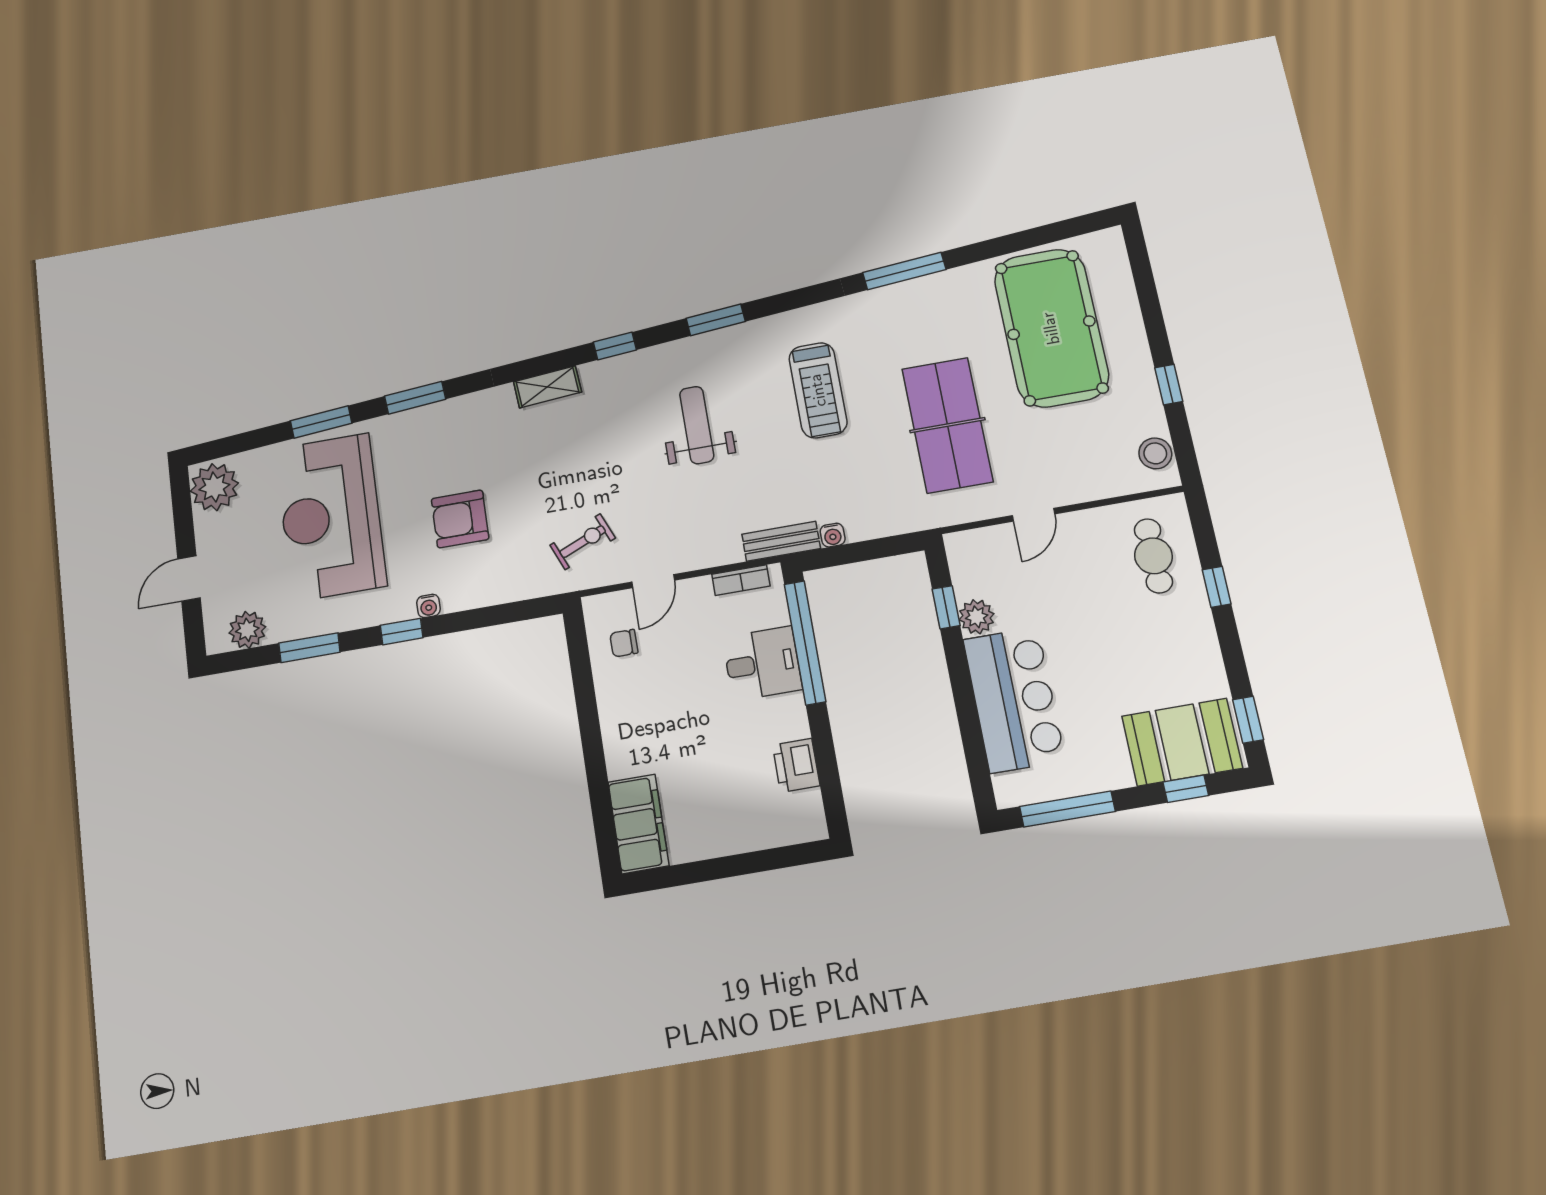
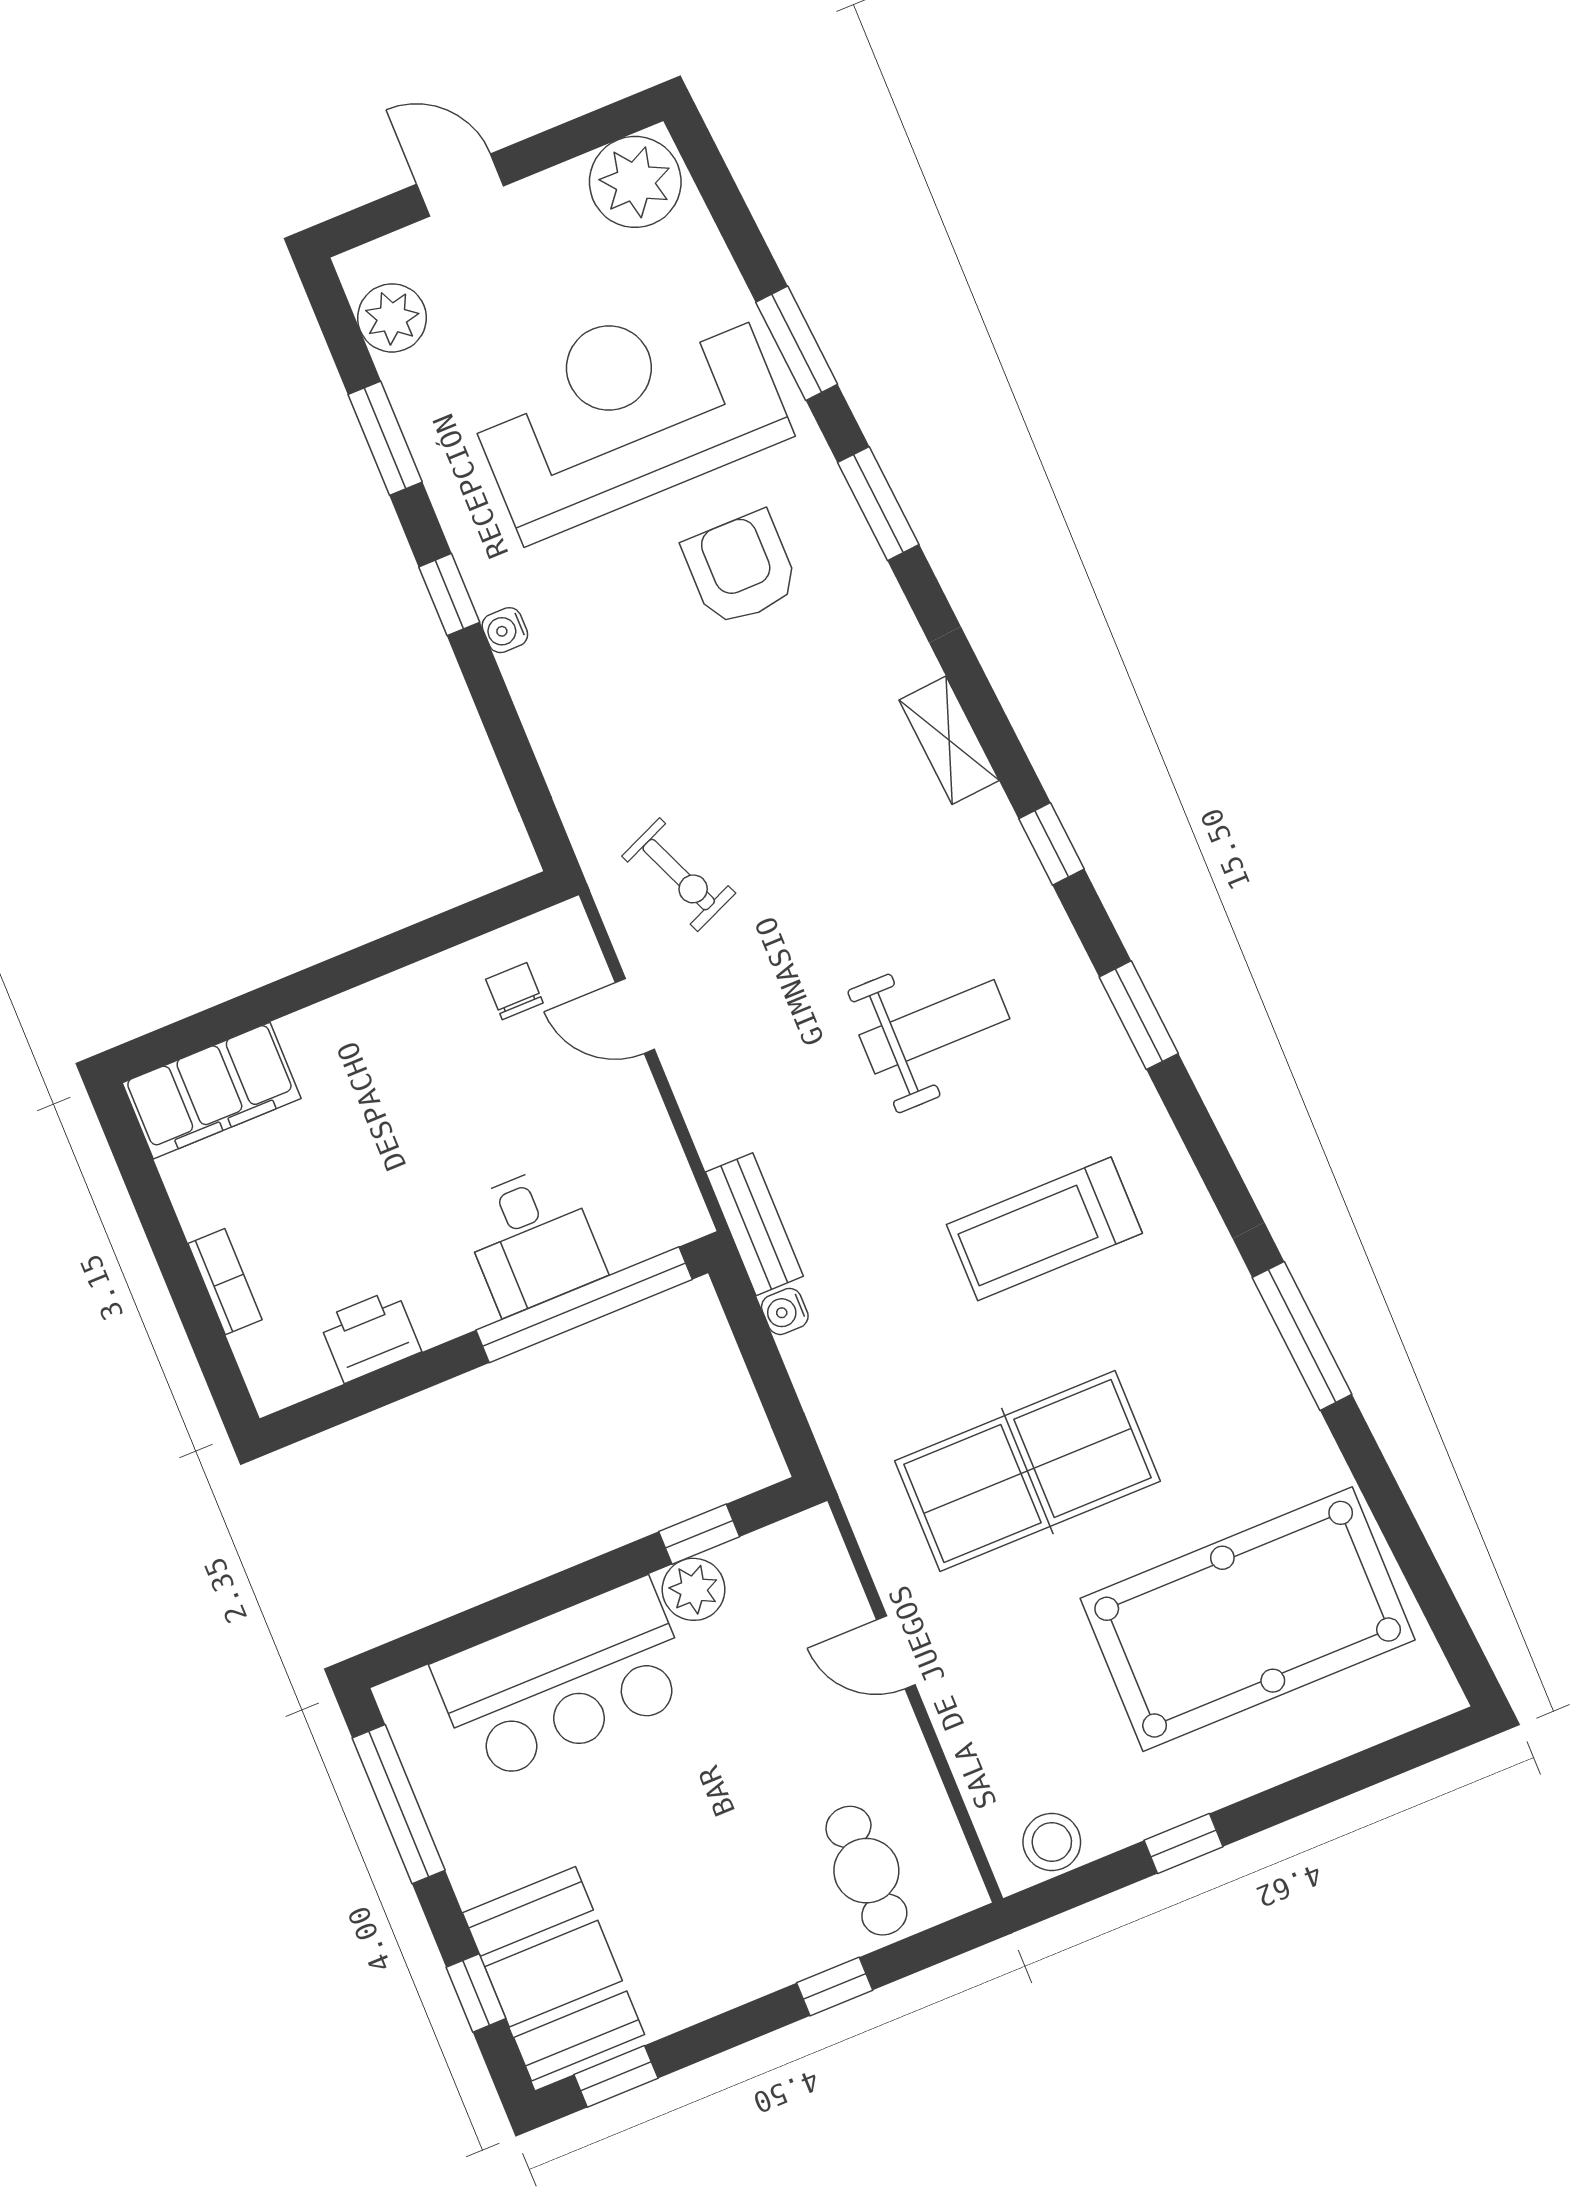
armchair: (460, 519) -> (741, 569), moved
cafe table: (1153, 556) -> (866, 1871), turned 90
bookcase: (741, 580) -> (225, 1282), moved, turned 180

